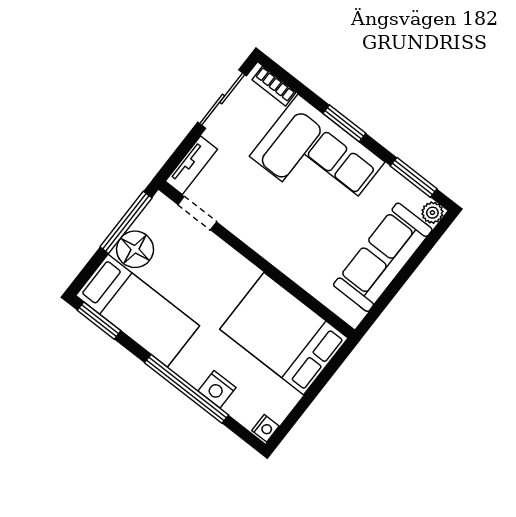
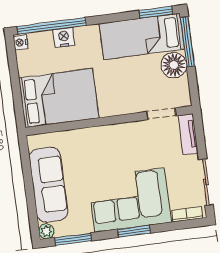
window: (126, 222) -> (187, 42), moved
window: (186, 389) -> (52, 26), moved

